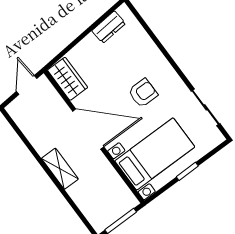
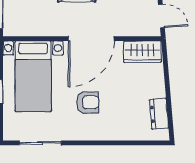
armchair: (143, 93) -> (88, 102), turned -90

